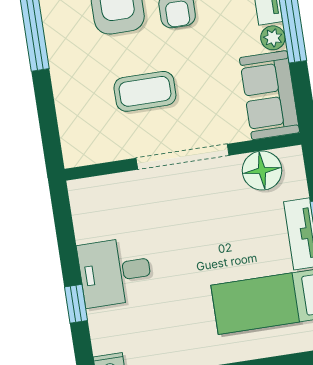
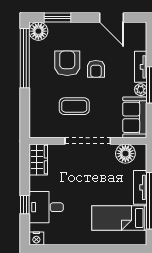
wardrobe: (89, 209) -> (38, 159), added
desk: (115, 272) -> (46, 207), moved

